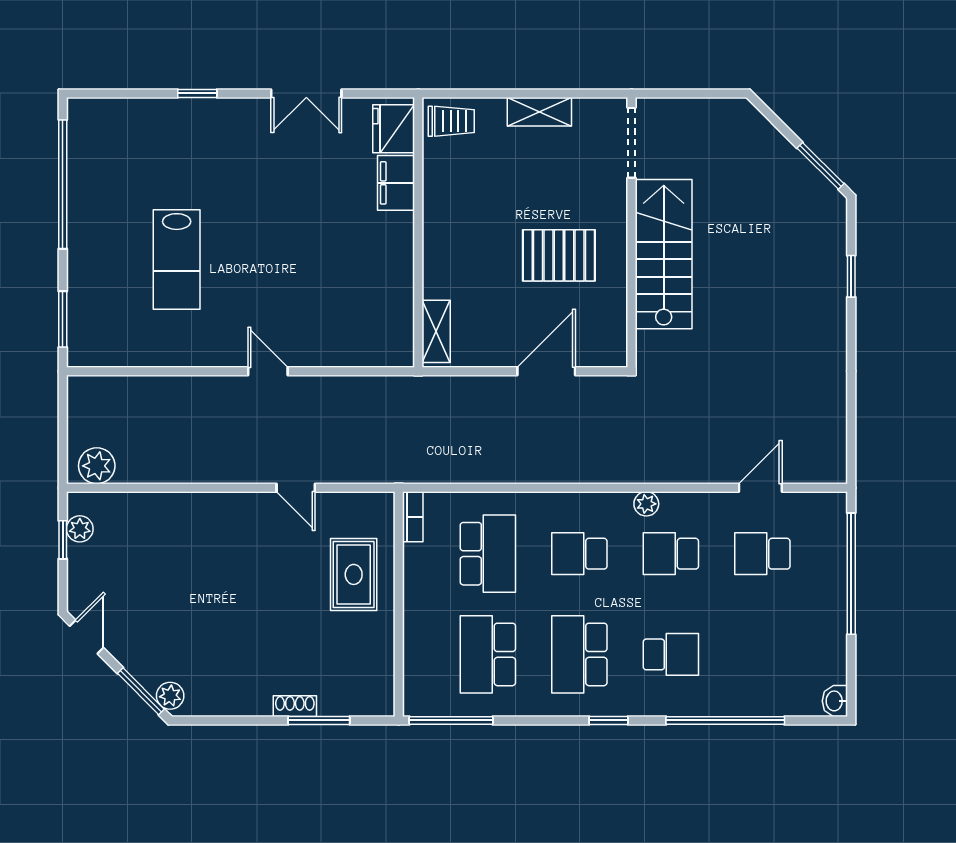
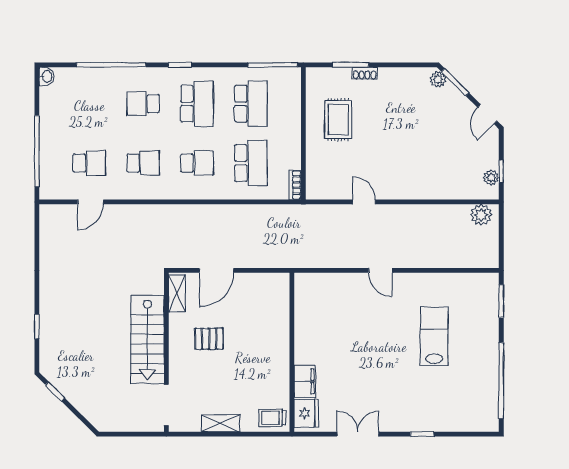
window: (821, 166) -> (55, 391), width x0.67
pallet: (559, 255) -> (209, 339), width x0.67, depth x0.71
shelving: (436, 331) -> (177, 293), moved
plant: (646, 504) -> (158, 192), removed
school desk: (488, 554) -> (251, 163), turned 180
rug: (354, 574) -> (338, 120), moved

